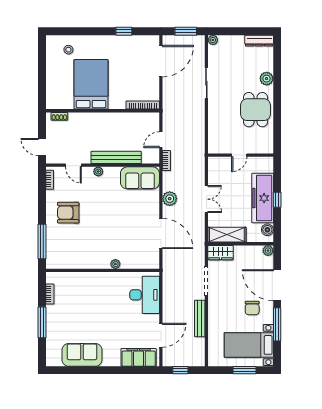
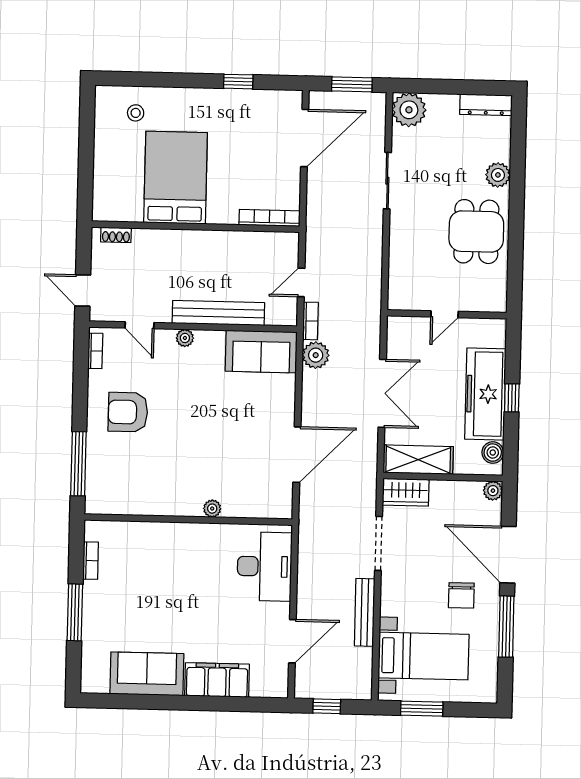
plant: (213, 40) -> (409, 110), width x1.88, depth x1.88
plant: (170, 199) -> (316, 355), moved
double door: (206, 199) -> (382, 393), width x1.37
door: (161, 234) -> (297, 455), hinge flipped
bed with nightstands: (249, 345) -> (424, 656), moved, turned 180
filing cabinet: (139, 357) -> (217, 680), moved
window: (244, 370) -> (422, 709), moved

